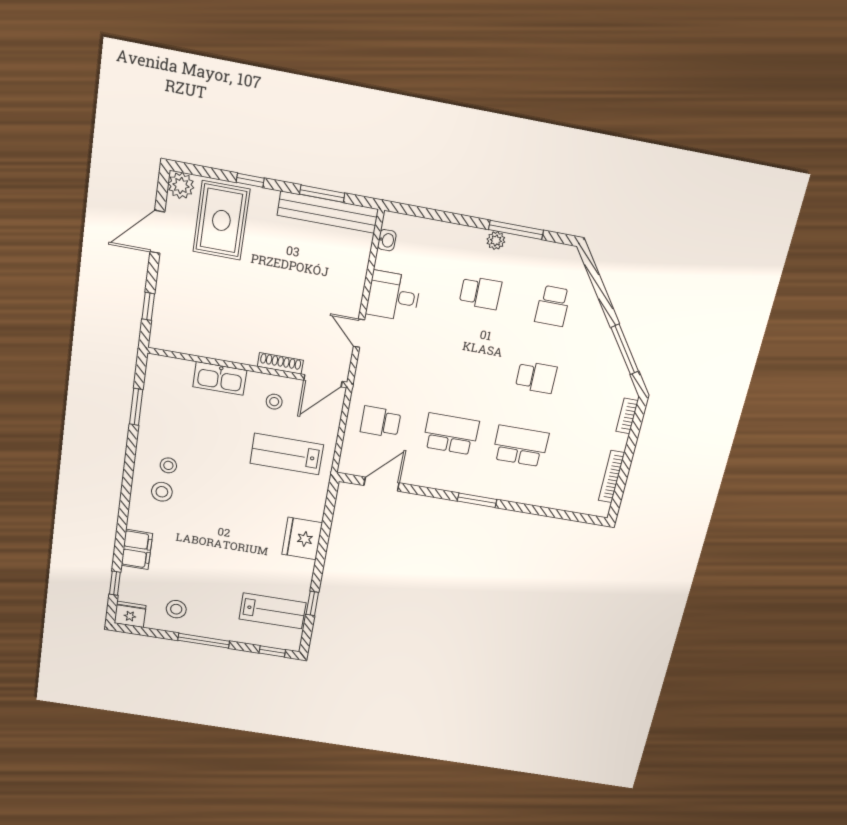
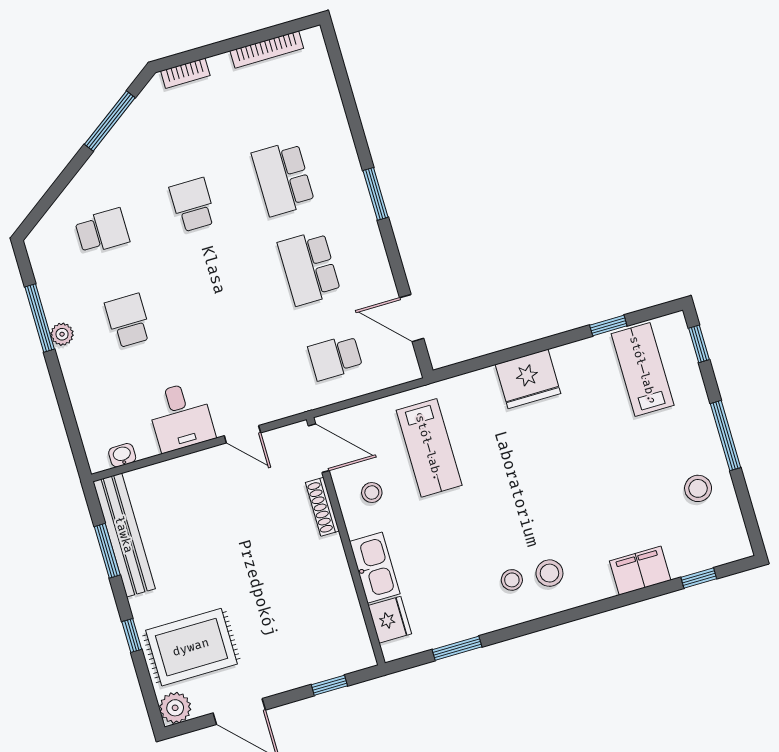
door: (359, 333) -> (242, 434), hinge flipped
school desk: (381, 422) -> (335, 357), turned 90
fridge: (130, 614) -> (390, 620), moved, turned 180

